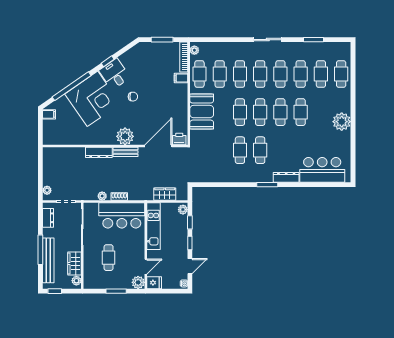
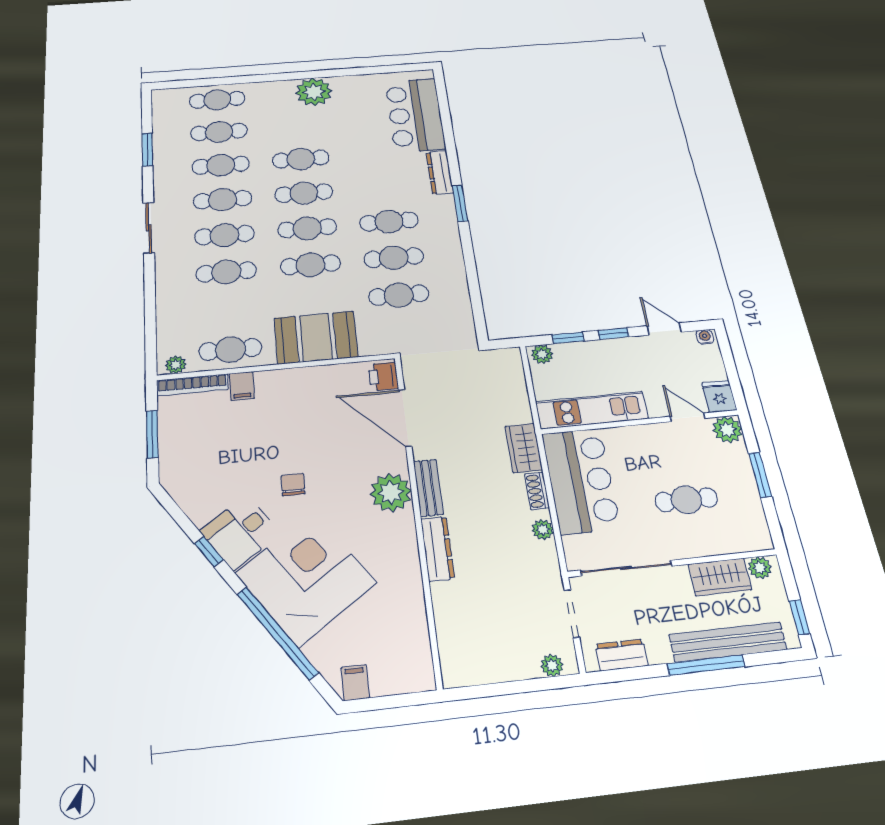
cafe table: (220, 74) -> (399, 295), moved
wardrobe: (165, 194) -> (524, 448), moved

